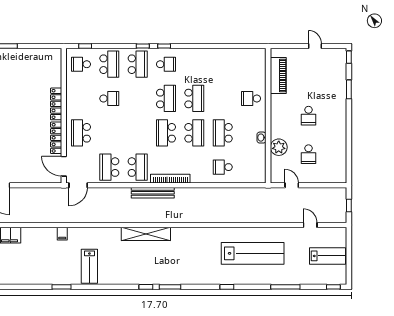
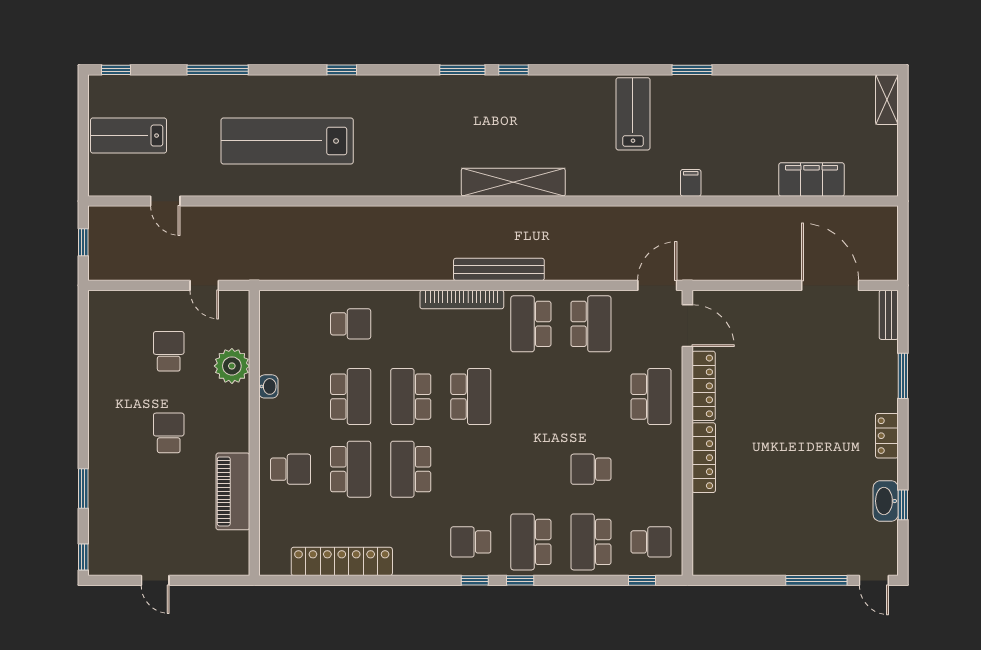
locker: (227, 55) -> (342, 561), added
piano: (278, 75) -> (233, 491), moved
school desk: (166, 98) -> (351, 469), moved, turned 180

